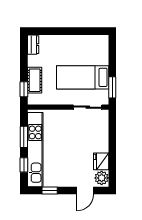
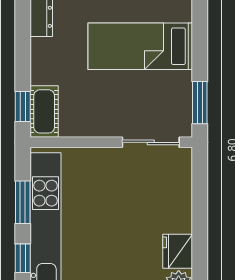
bed: (83, 77) -> (140, 46), moved
cot: (35, 80) -> (44, 111), moved

